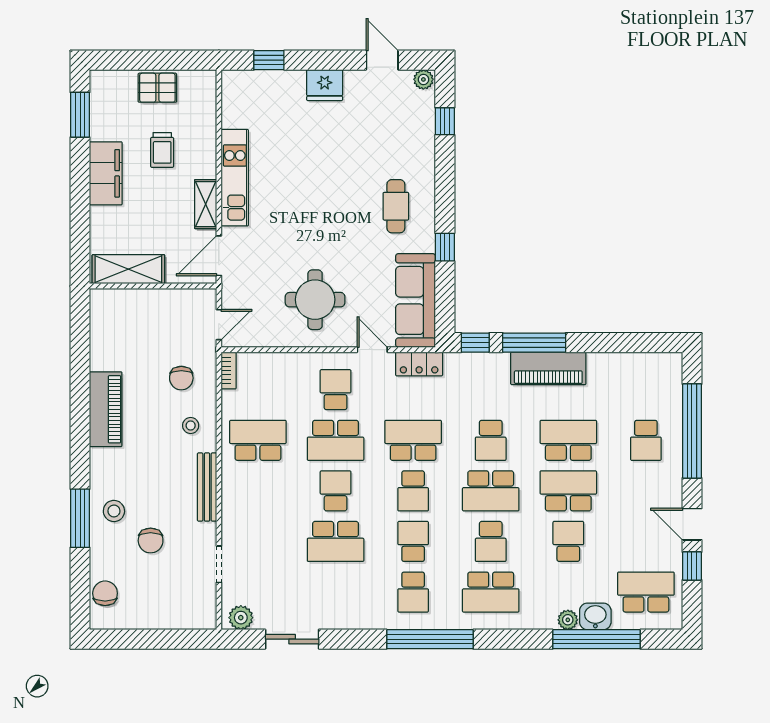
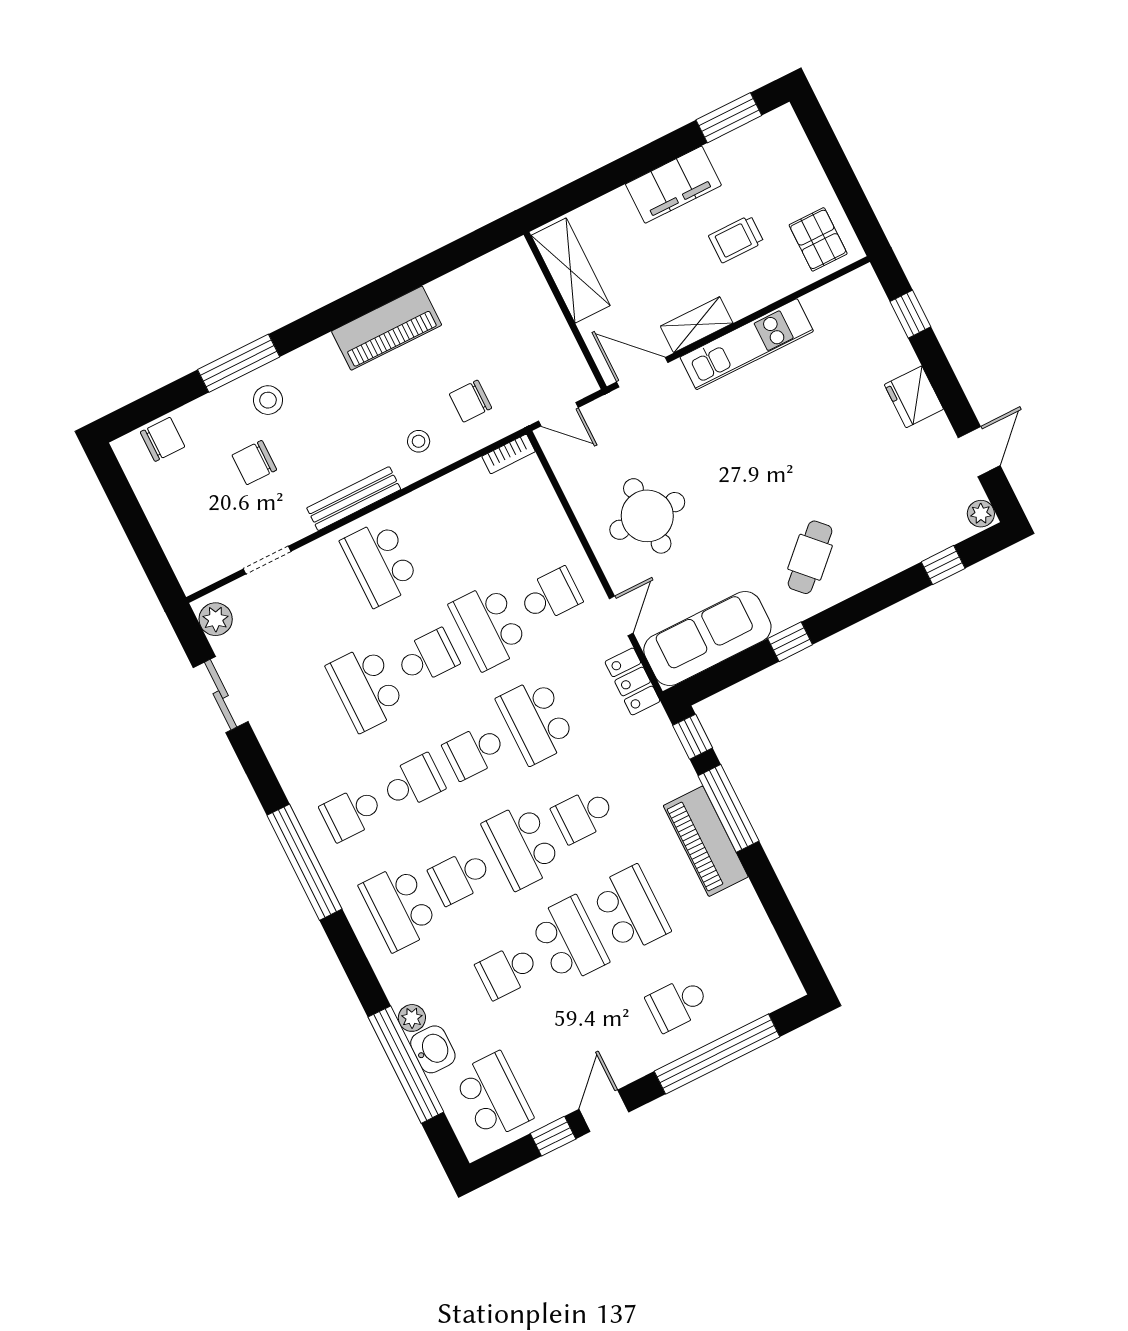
pallet: (157, 88) -> (818, 239), moved
cafe table: (396, 206) -> (810, 557), turned -44
school desk: (258, 440) -> (380, 563), moved, turned 180
school desk: (413, 440) -> (536, 721), turned 180
school desk: (568, 541) -> (508, 971), turned 180

